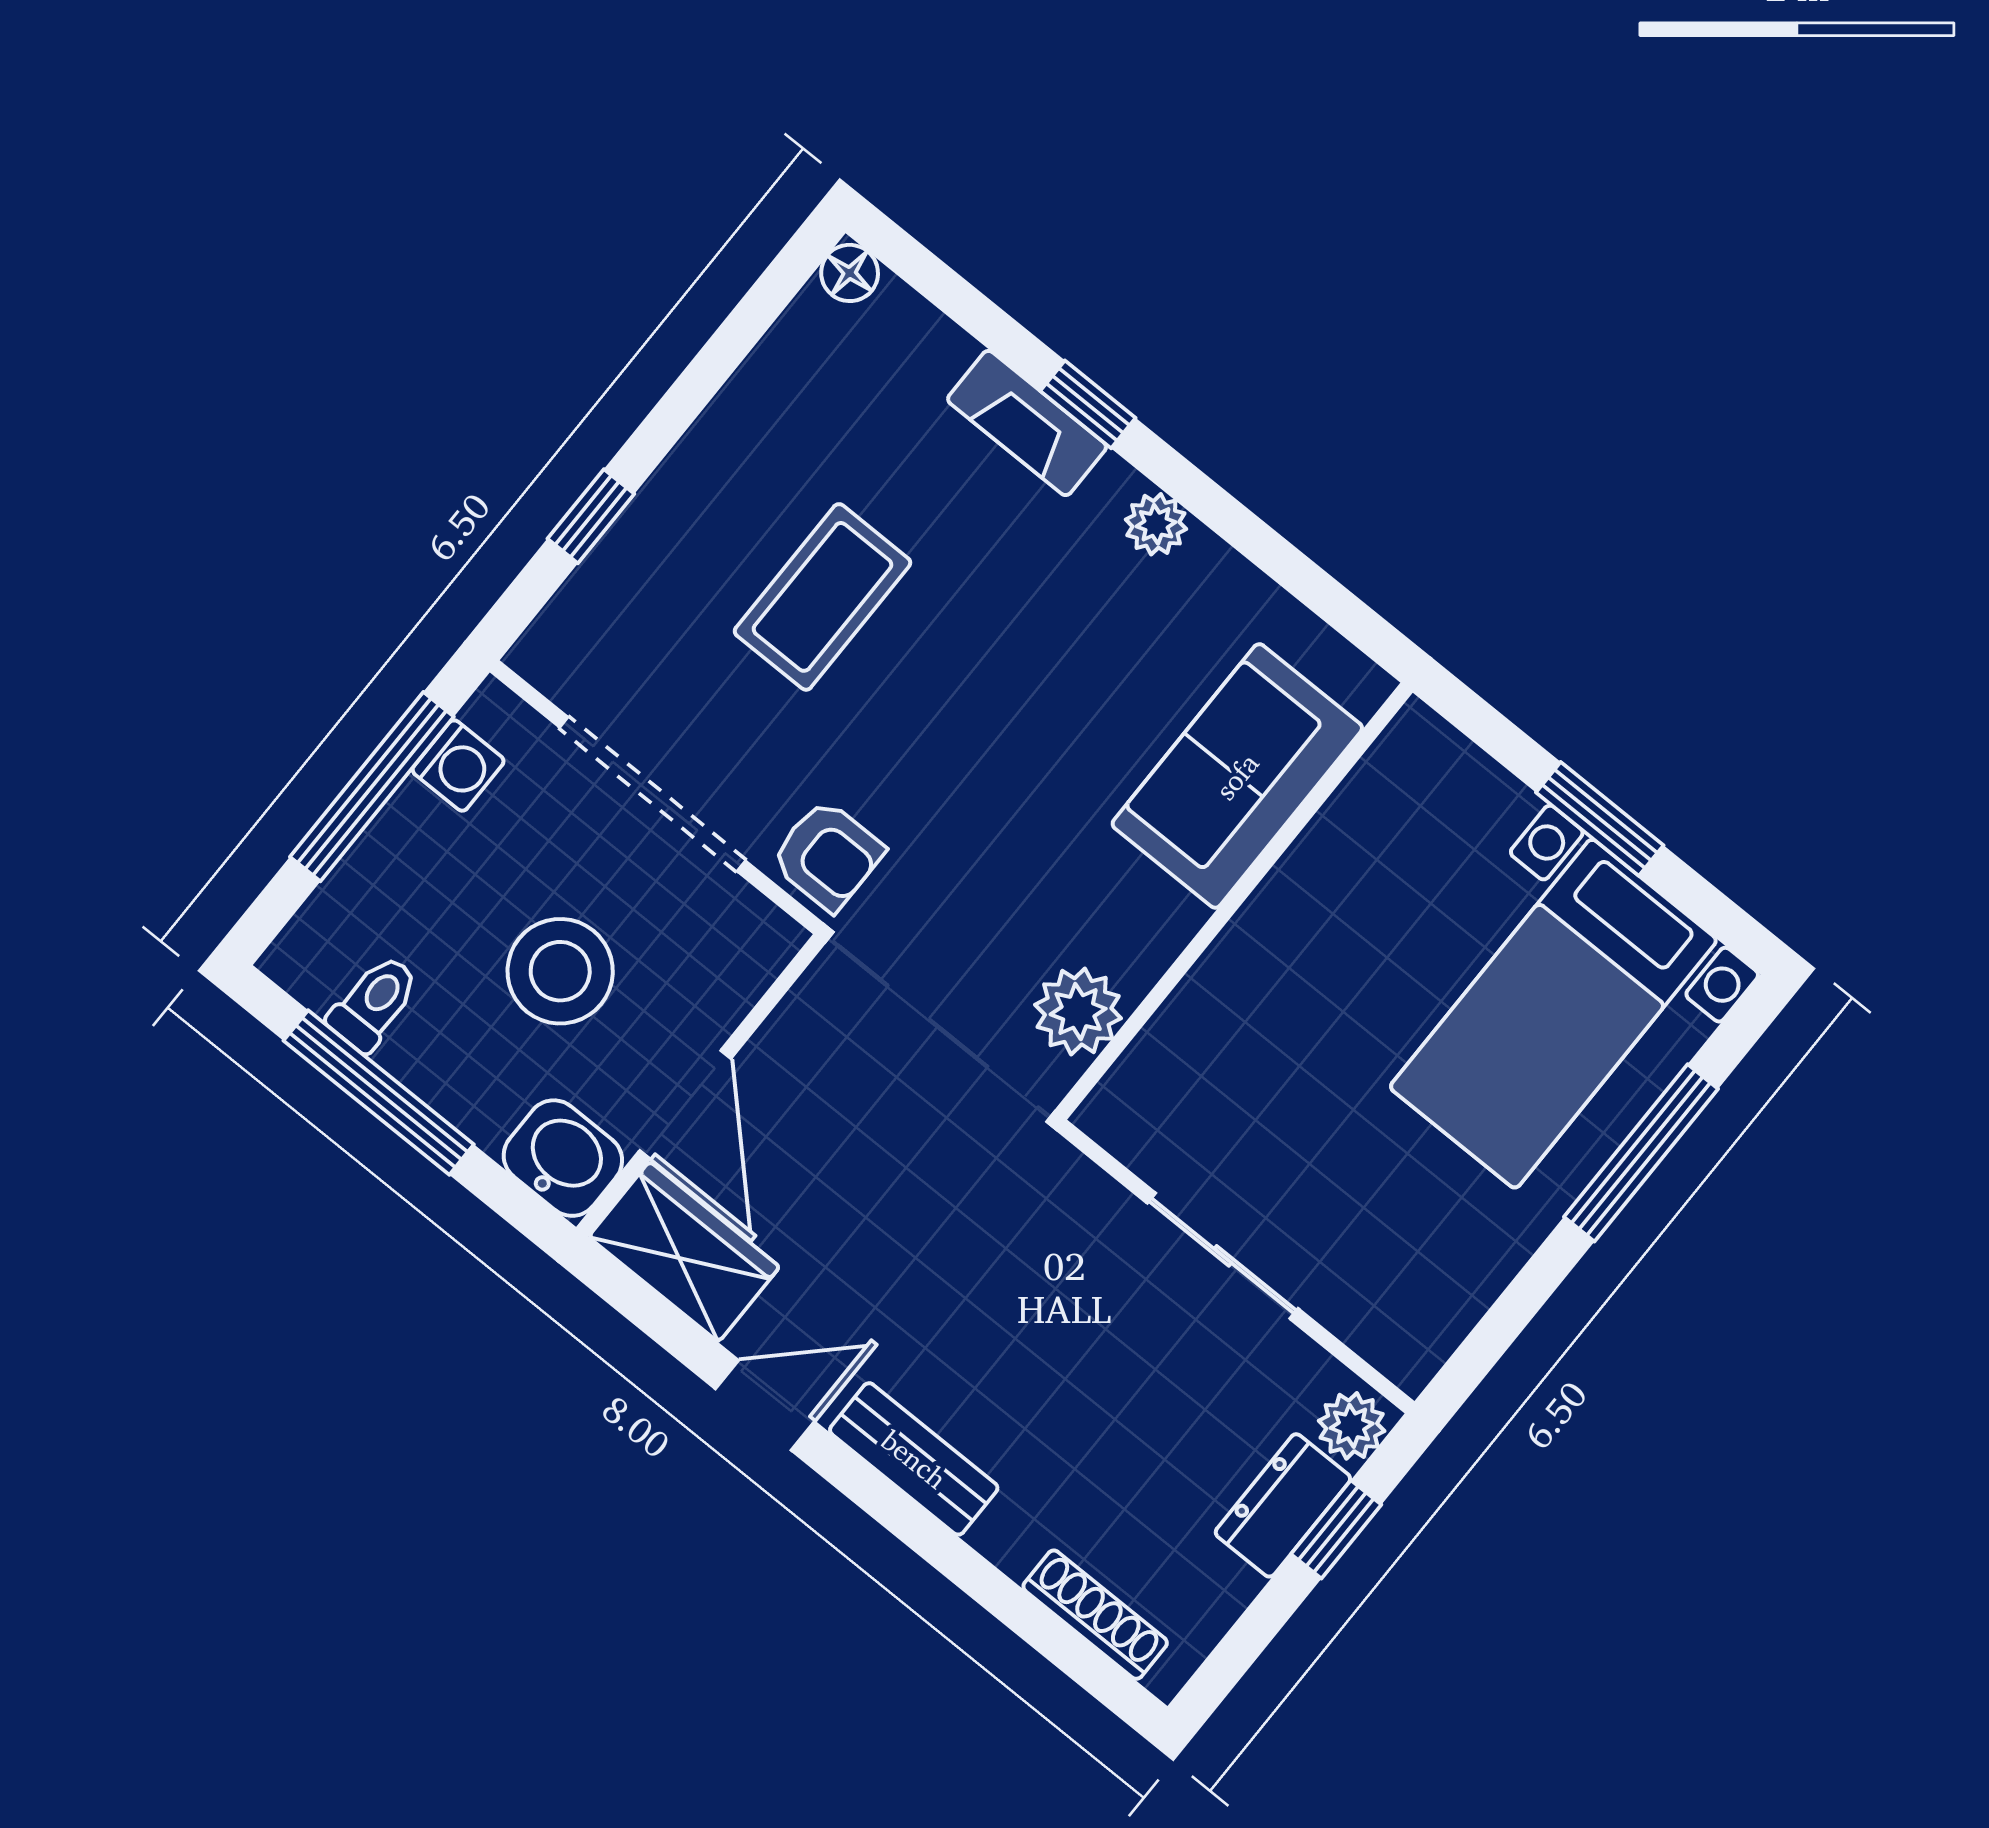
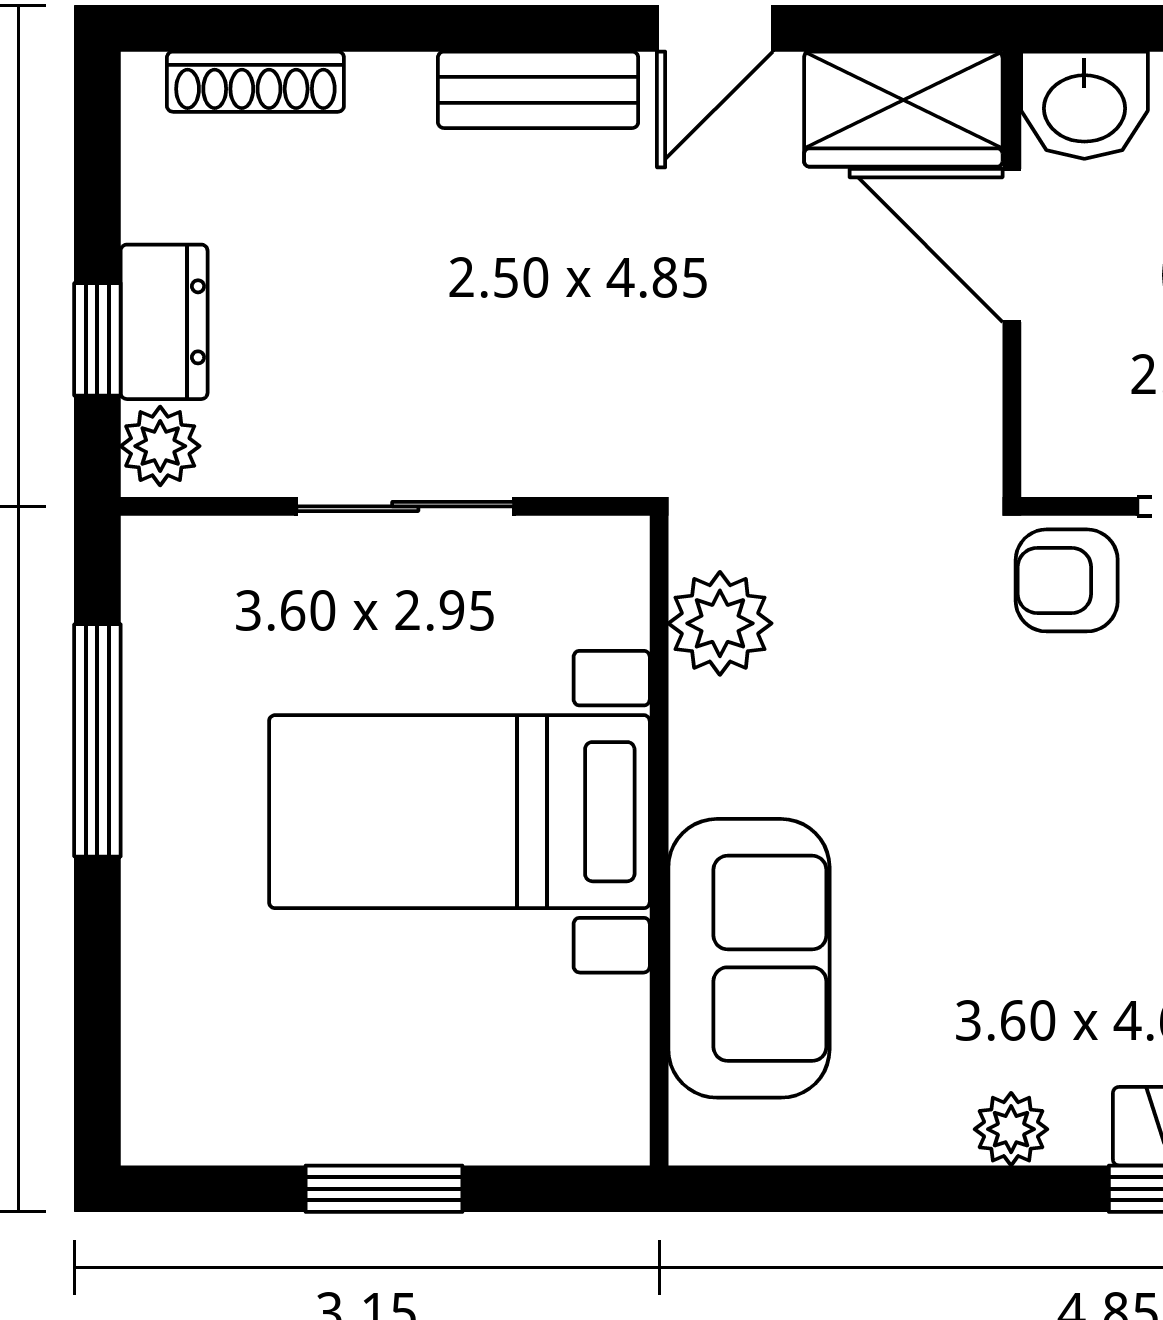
bed with nightstands: (1553, 1014) -> (459, 812), moved, turned -90
window: (1641, 1153) -> (97, 740), moved

